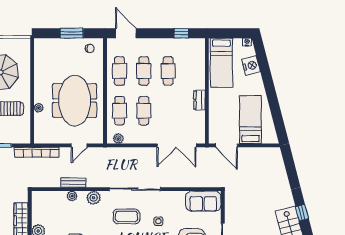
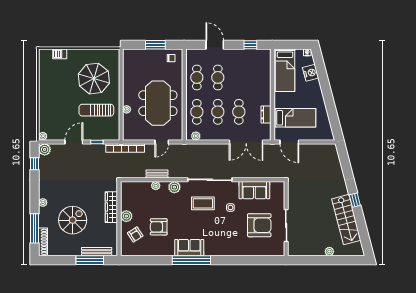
door: (126, 33) -> (215, 45), moved
cafe table: (168, 71) -> (239, 112), moved
dresser: (199, 100) -> (266, 114), moved
bed: (251, 120) -> (295, 118), moved, turned 90
sofa: (203, 201) -> (254, 190), moved

